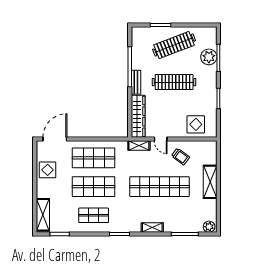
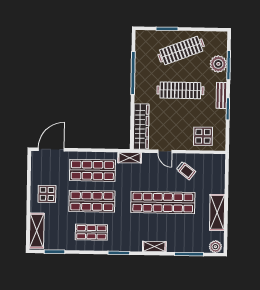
bench: (136, 82) -> (221, 95), moved
shelving: (139, 146) -> (130, 158), moved
display table: (48, 170) -> (47, 194), moved
shelving: (210, 182) -> (217, 212), moved

